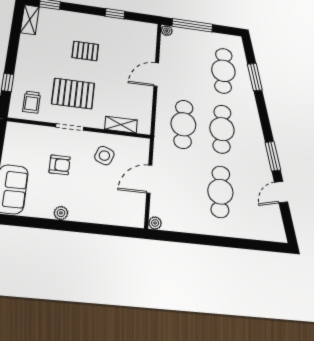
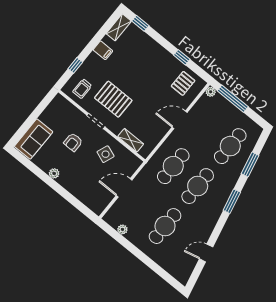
filing cabinet: (28, 51) -> (103, 50), added
pallet: (85, 51) -> (183, 83), moved, turned 90
window: (273, 156) -> (232, 201), moved
armchair: (60, 165) -> (73, 142), turned 90
plant: (155, 223) -> (122, 229), moved

